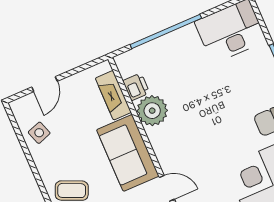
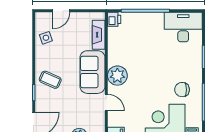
printer: (136, 87) -> (114, 19), moved
plant: (152, 111) -> (117, 76), moved

